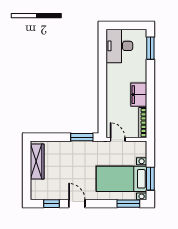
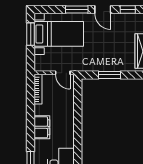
filing cabinet: (139, 95) -> (42, 127), moved
window: (82, 137) -> (109, 75), moved
window: (128, 204) -> (77, 9), moved

